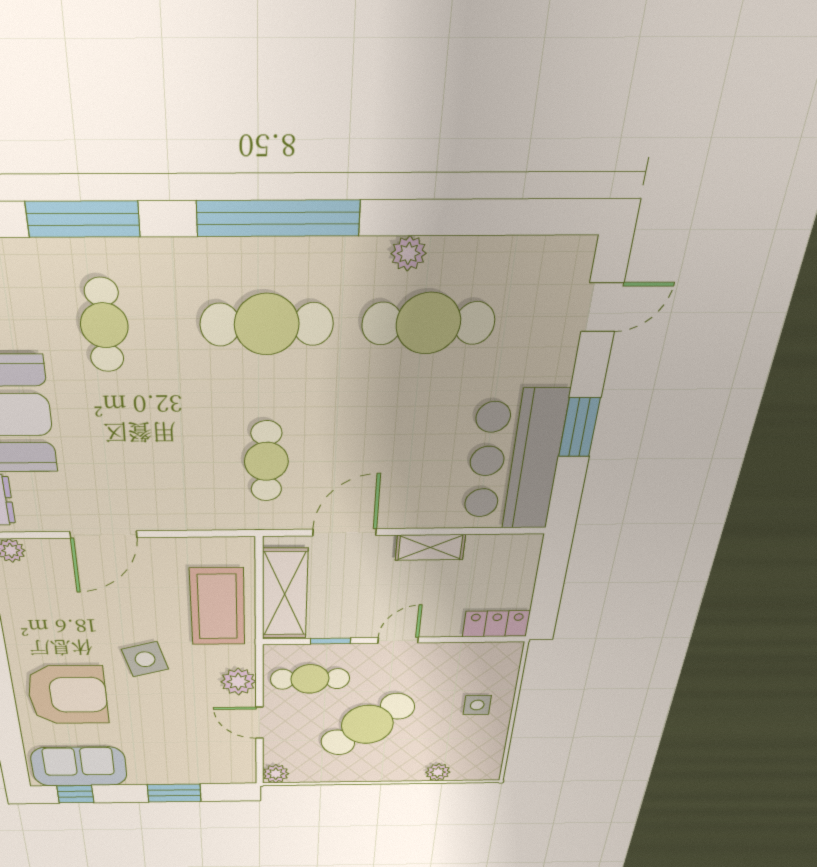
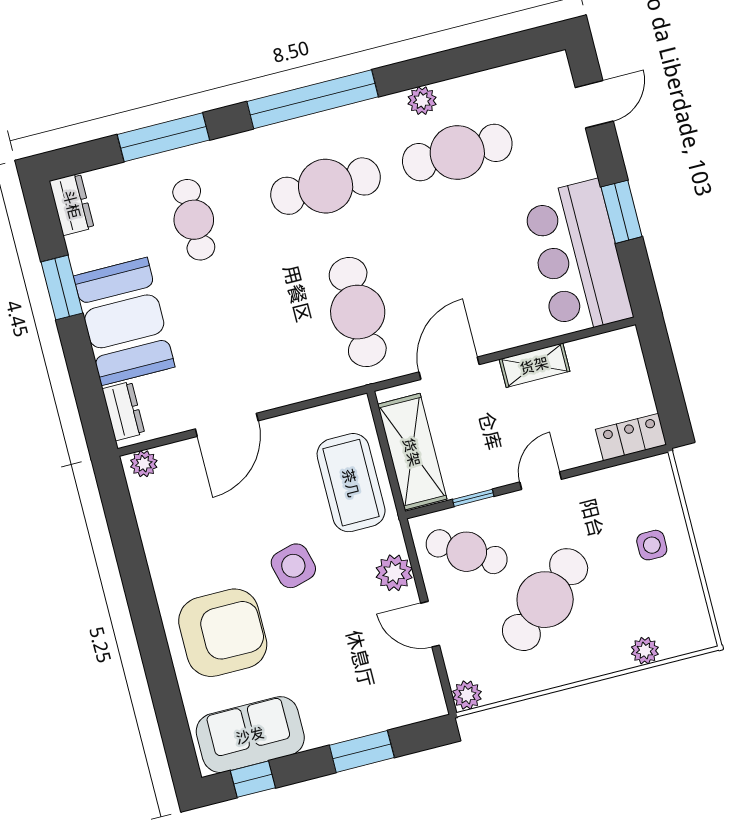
cafe table: (266, 461) -> (358, 312), width x1.37, depth x1.35
cafe table: (310, 679) -> (467, 552), turned 31

